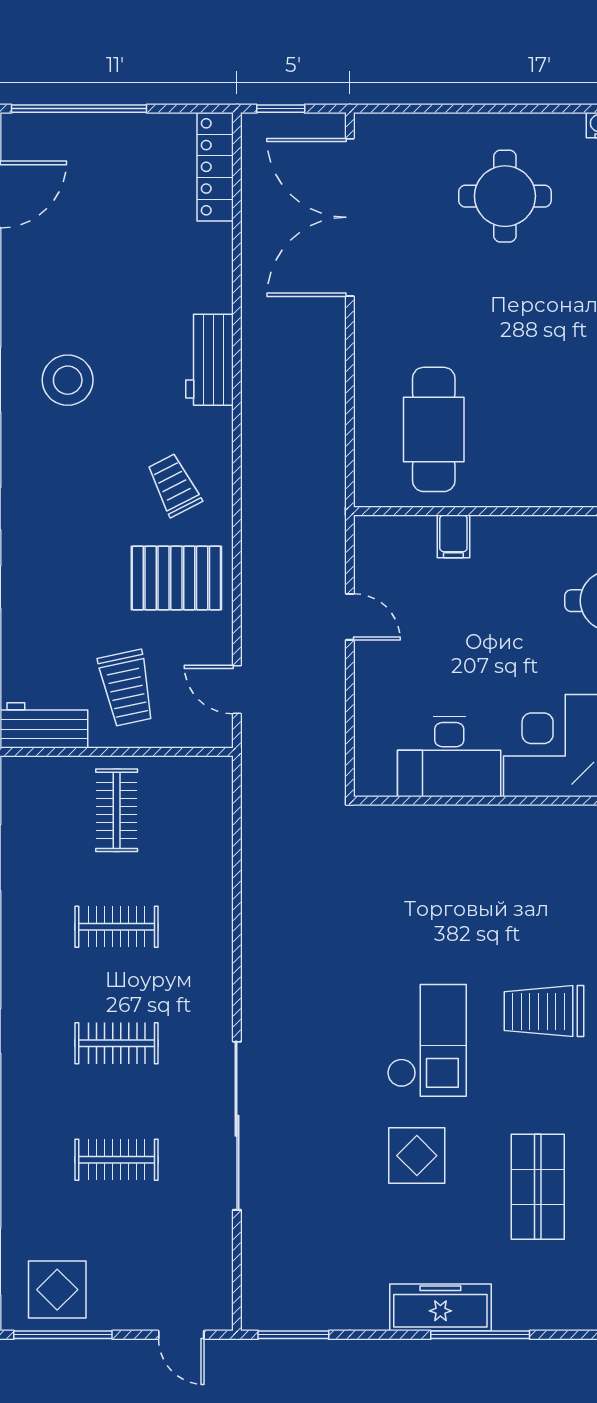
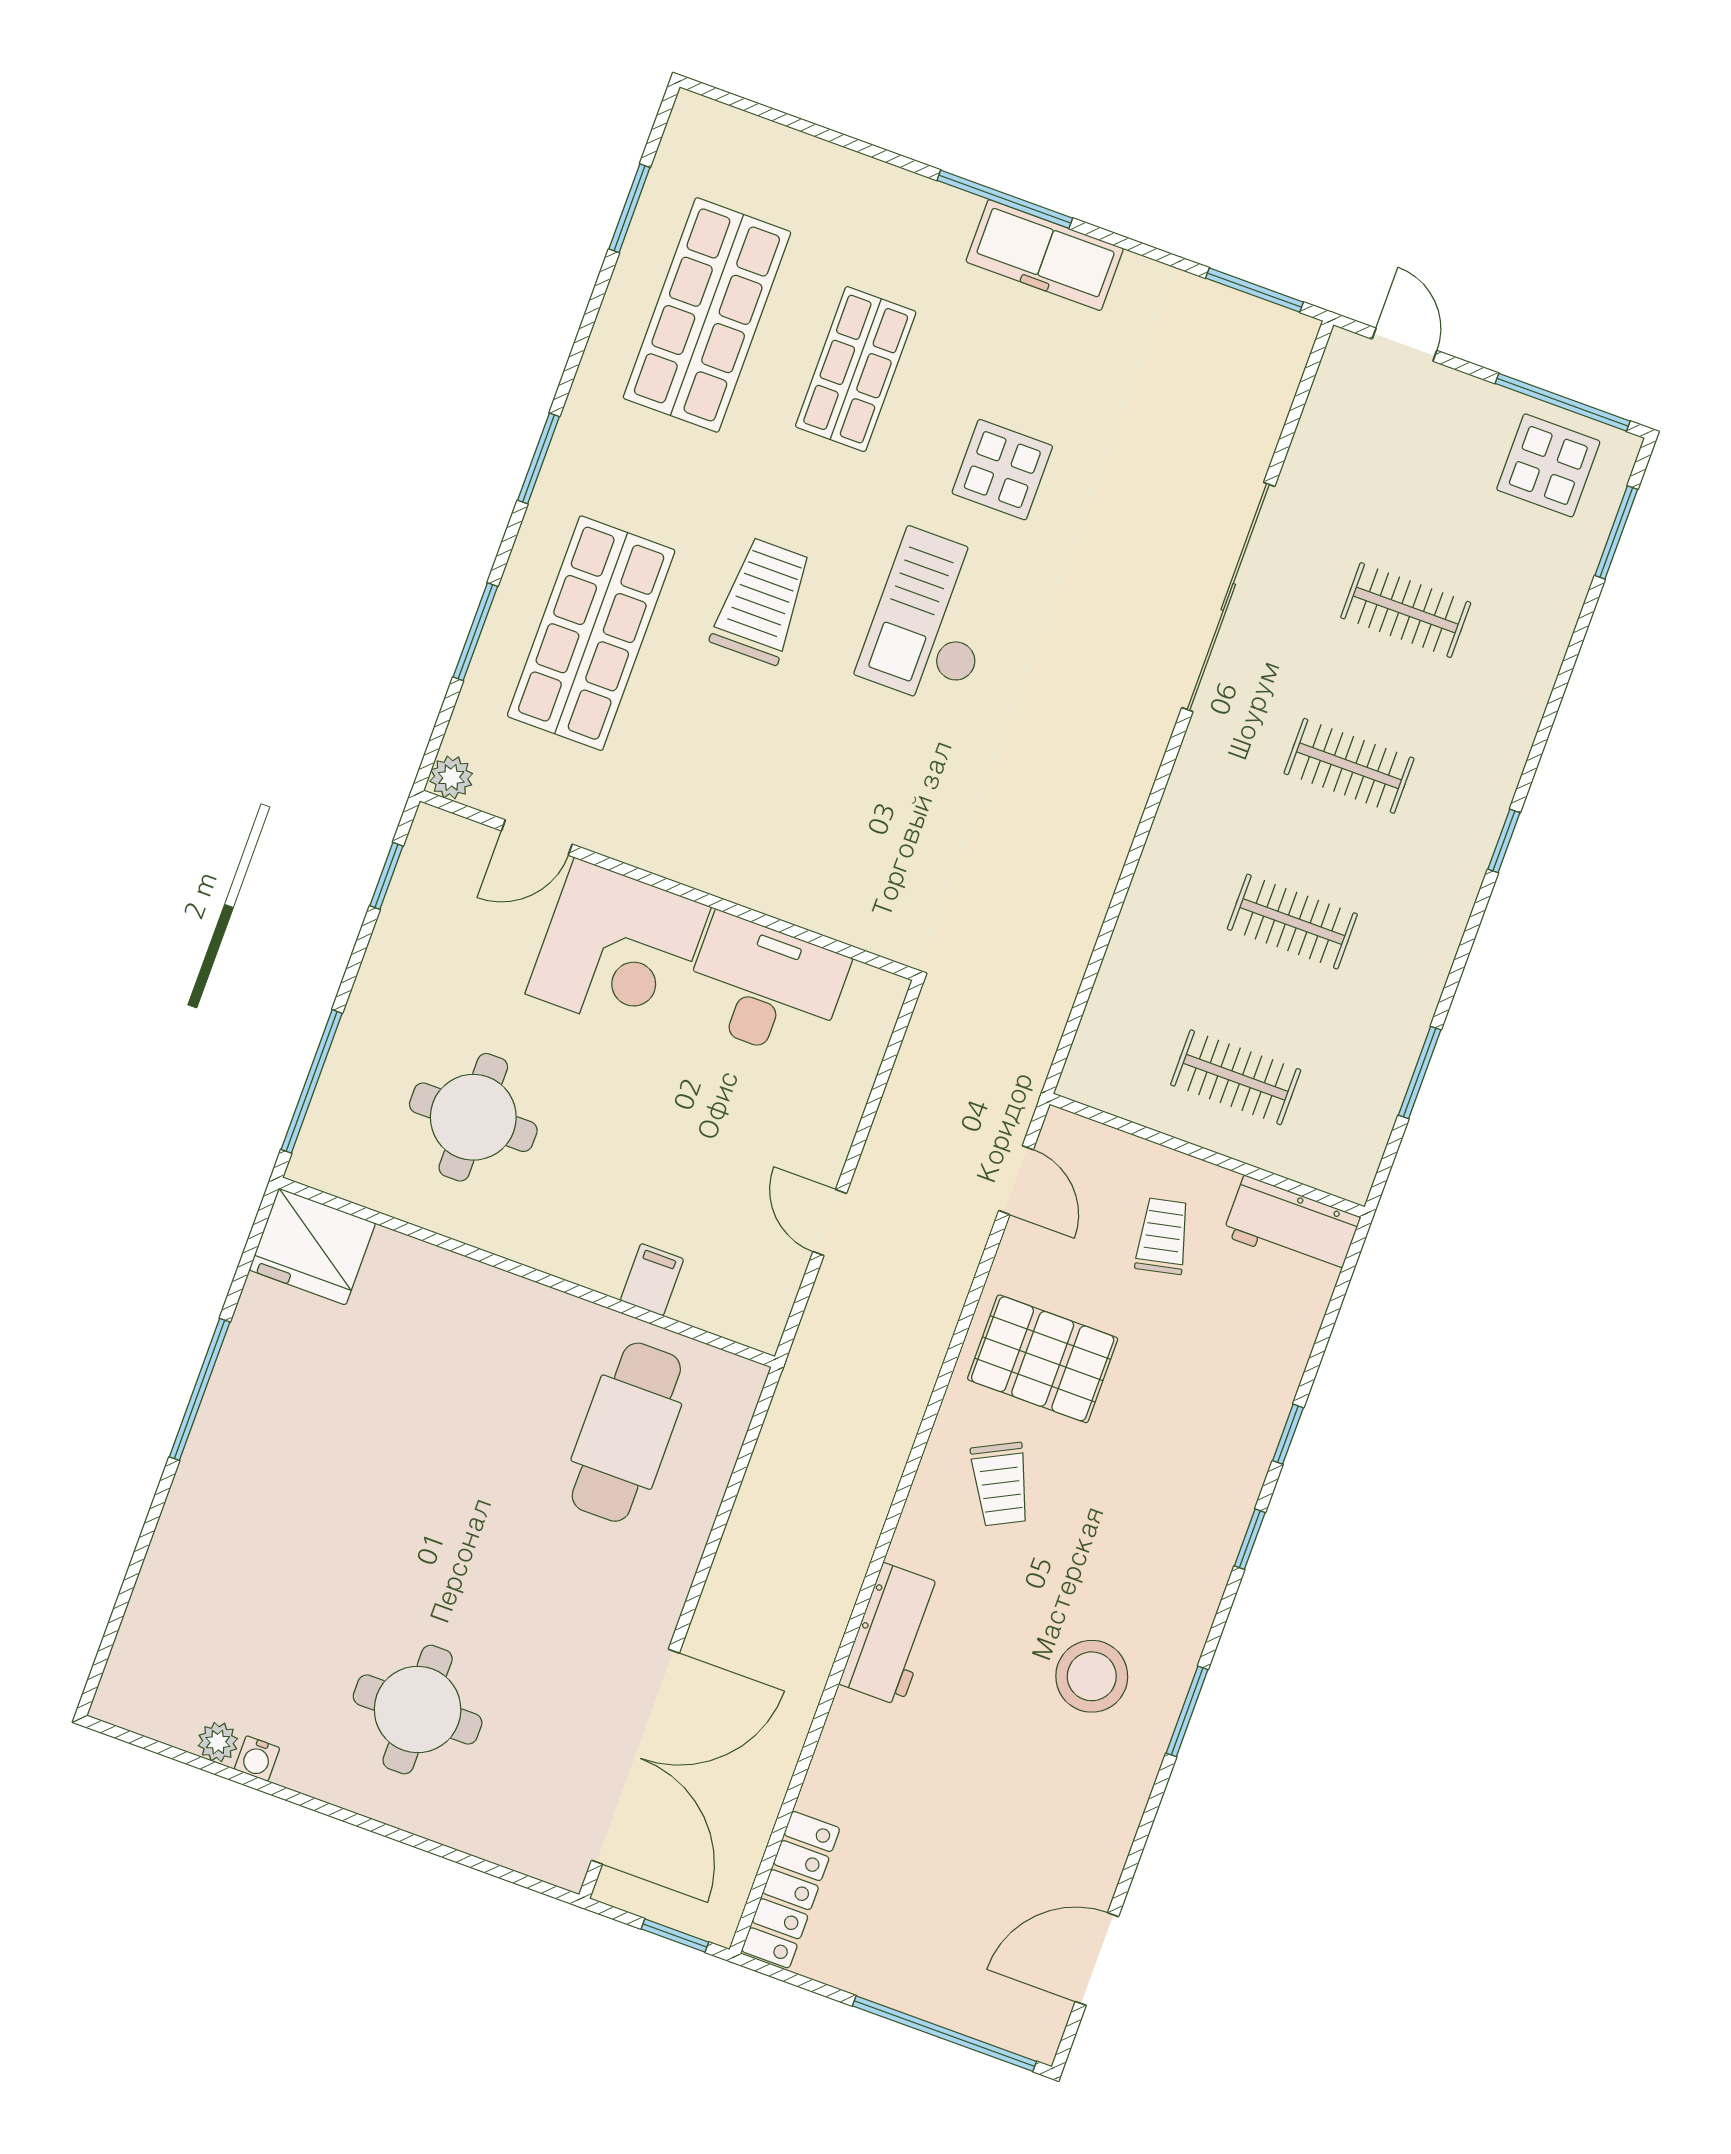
trolley: (127, 688) -> (1163, 1236), width x0.73, depth x0.72
clothes rail: (117, 810) -> (1236, 1077), turned 90
trolley: (544, 1011) -> (762, 601), turned -90

